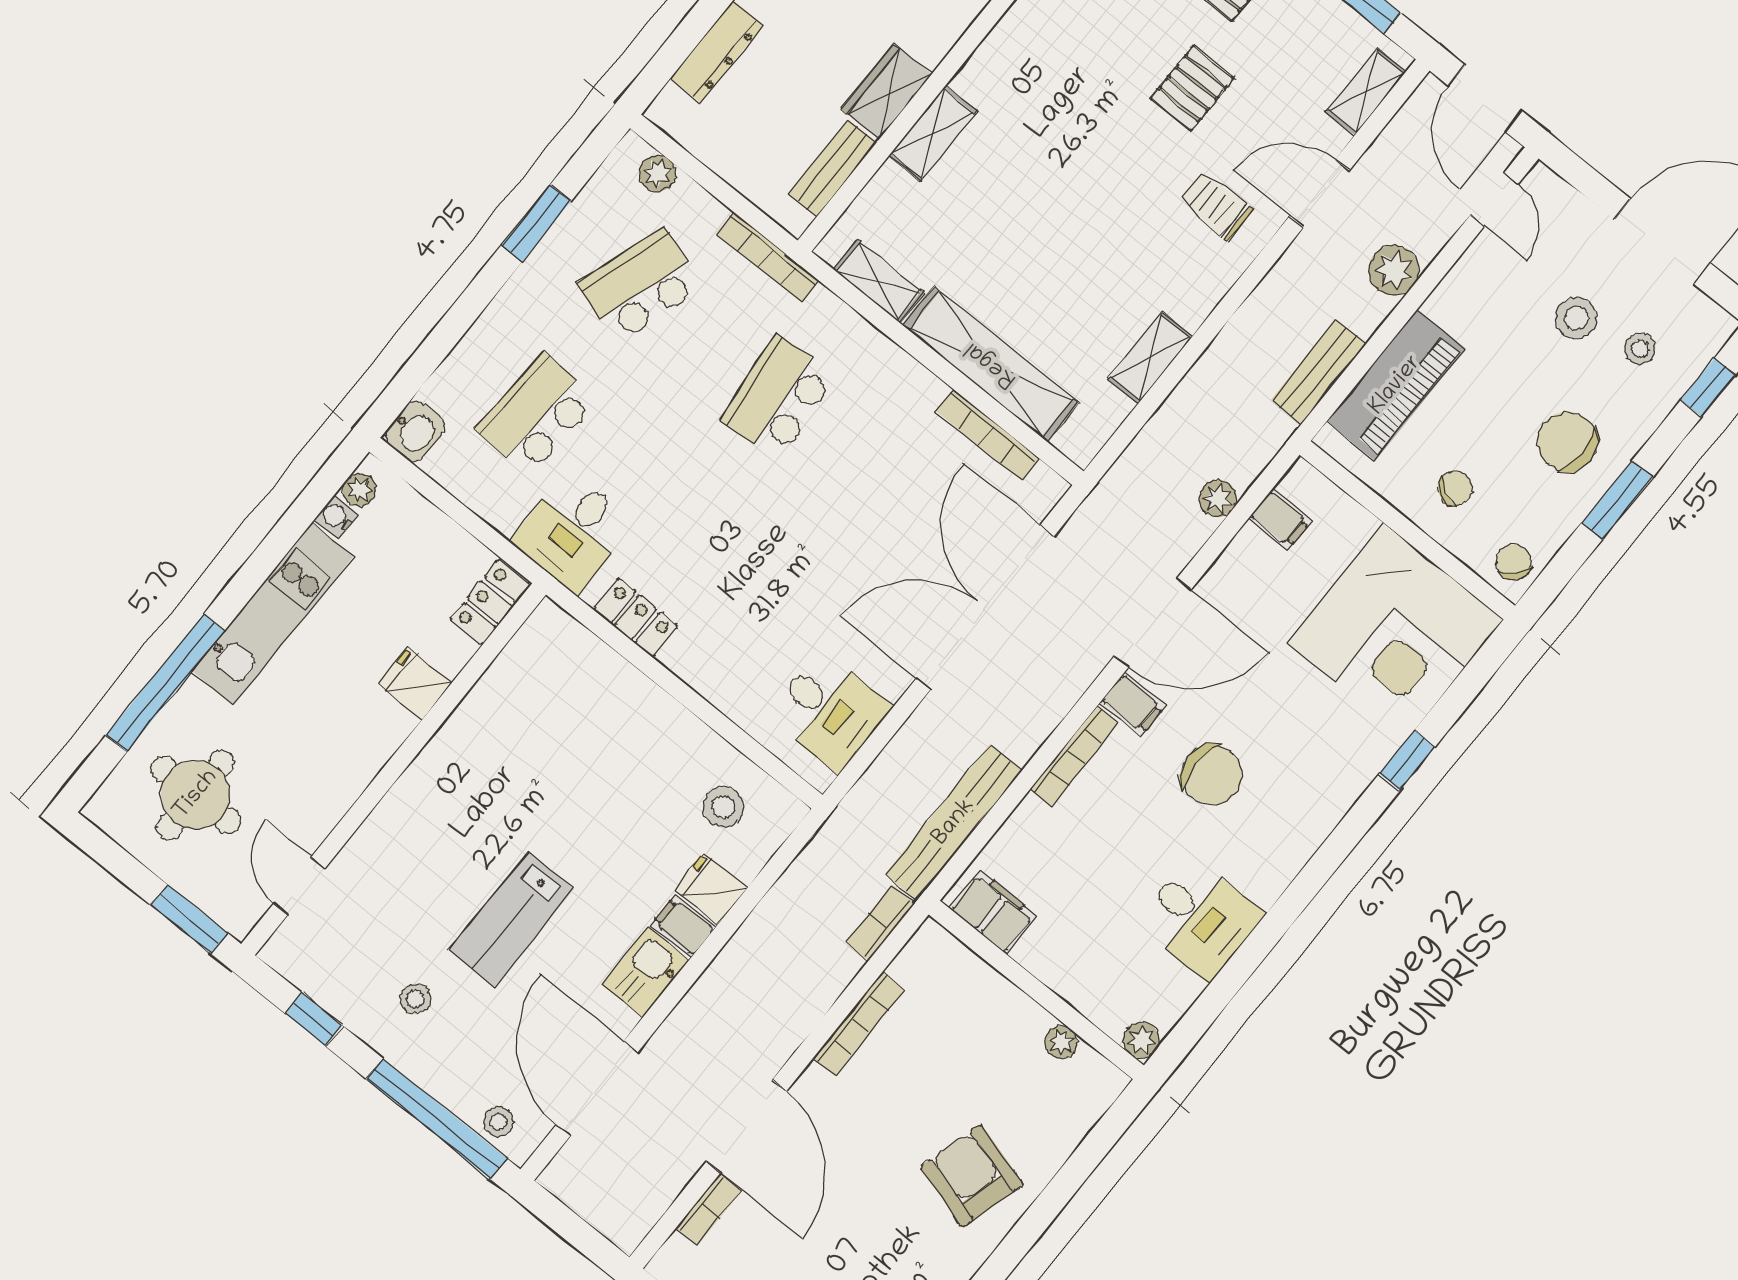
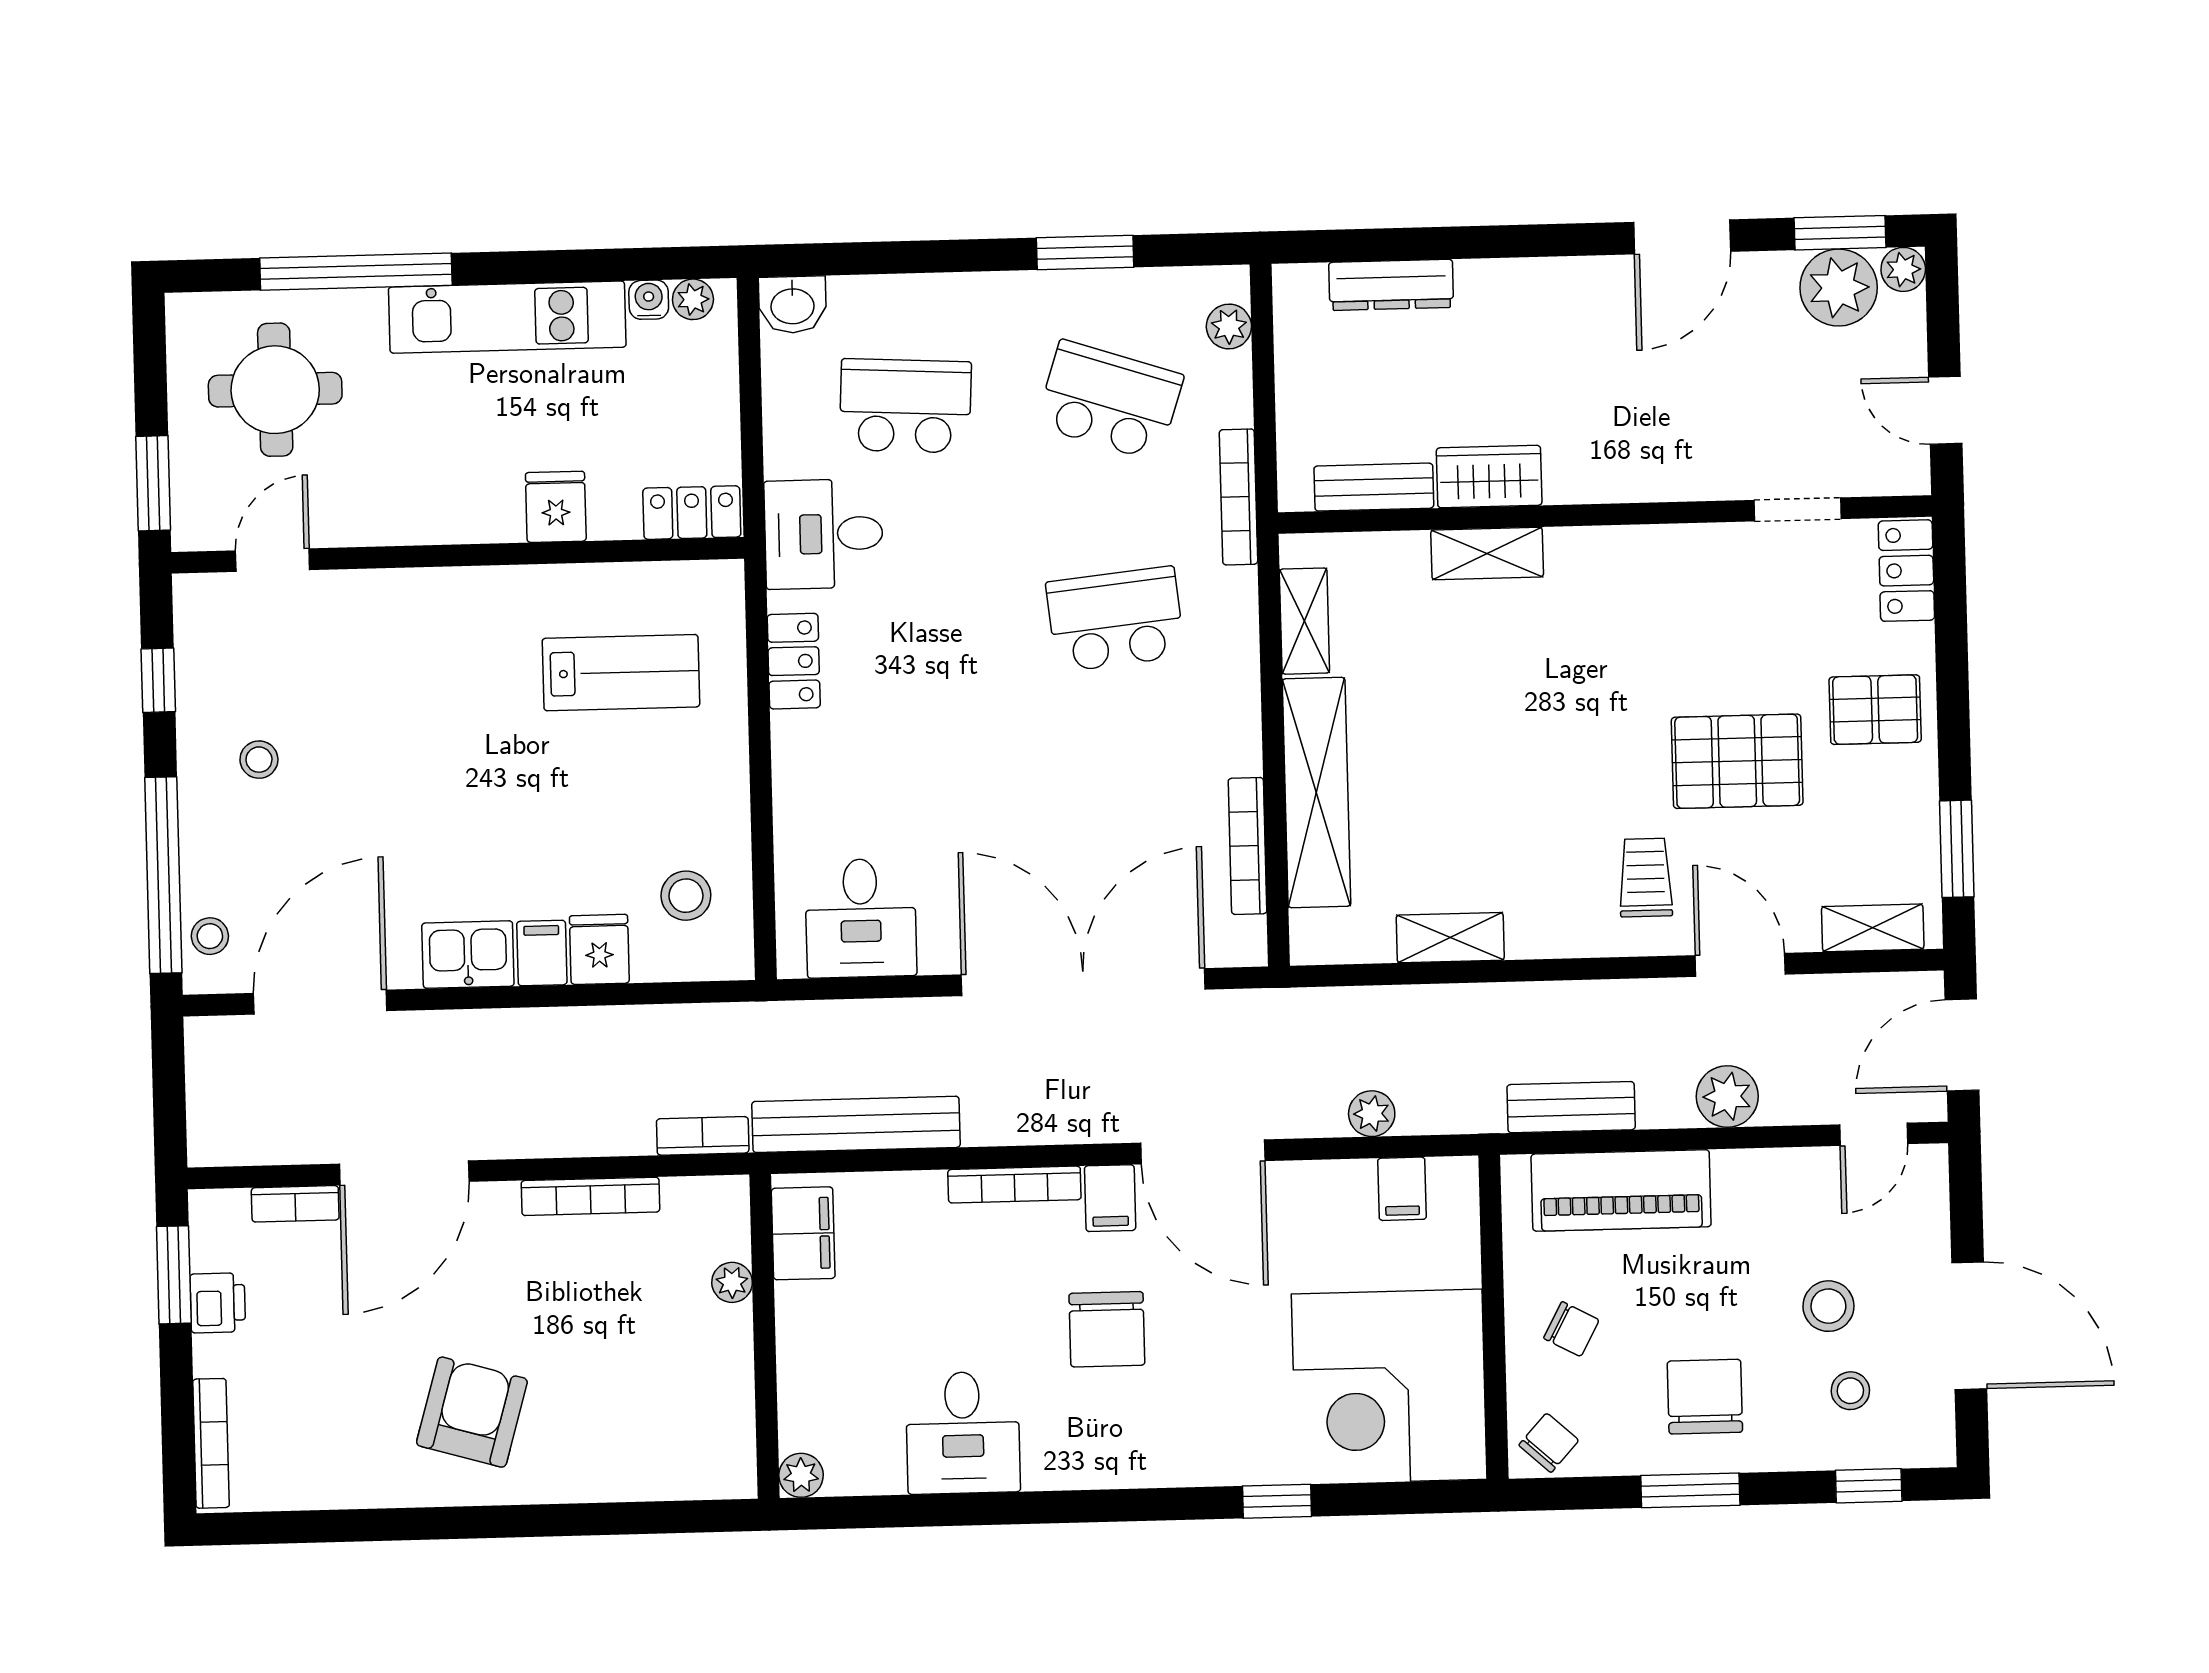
pallet: (1192, 88) -> (1737, 761), width x1.50, depth x1.42
lab bench: (511, 919) -> (621, 673), moved, turned 180
plant: (1061, 1042) -> (732, 1282), moved
armchair: (972, 1176) -> (472, 1412), moved

